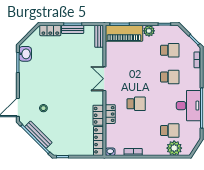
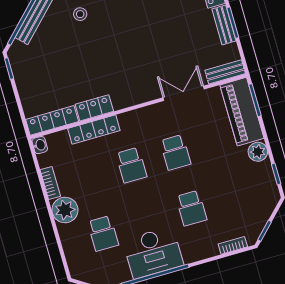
school desk: (170, 50) -> (175, 152), moved
double door: (104, 79) -> (184, 93), moved
locker: (110, 114) -> (94, 130), width x1.53
plant: (174, 148) -> (65, 210), moved

